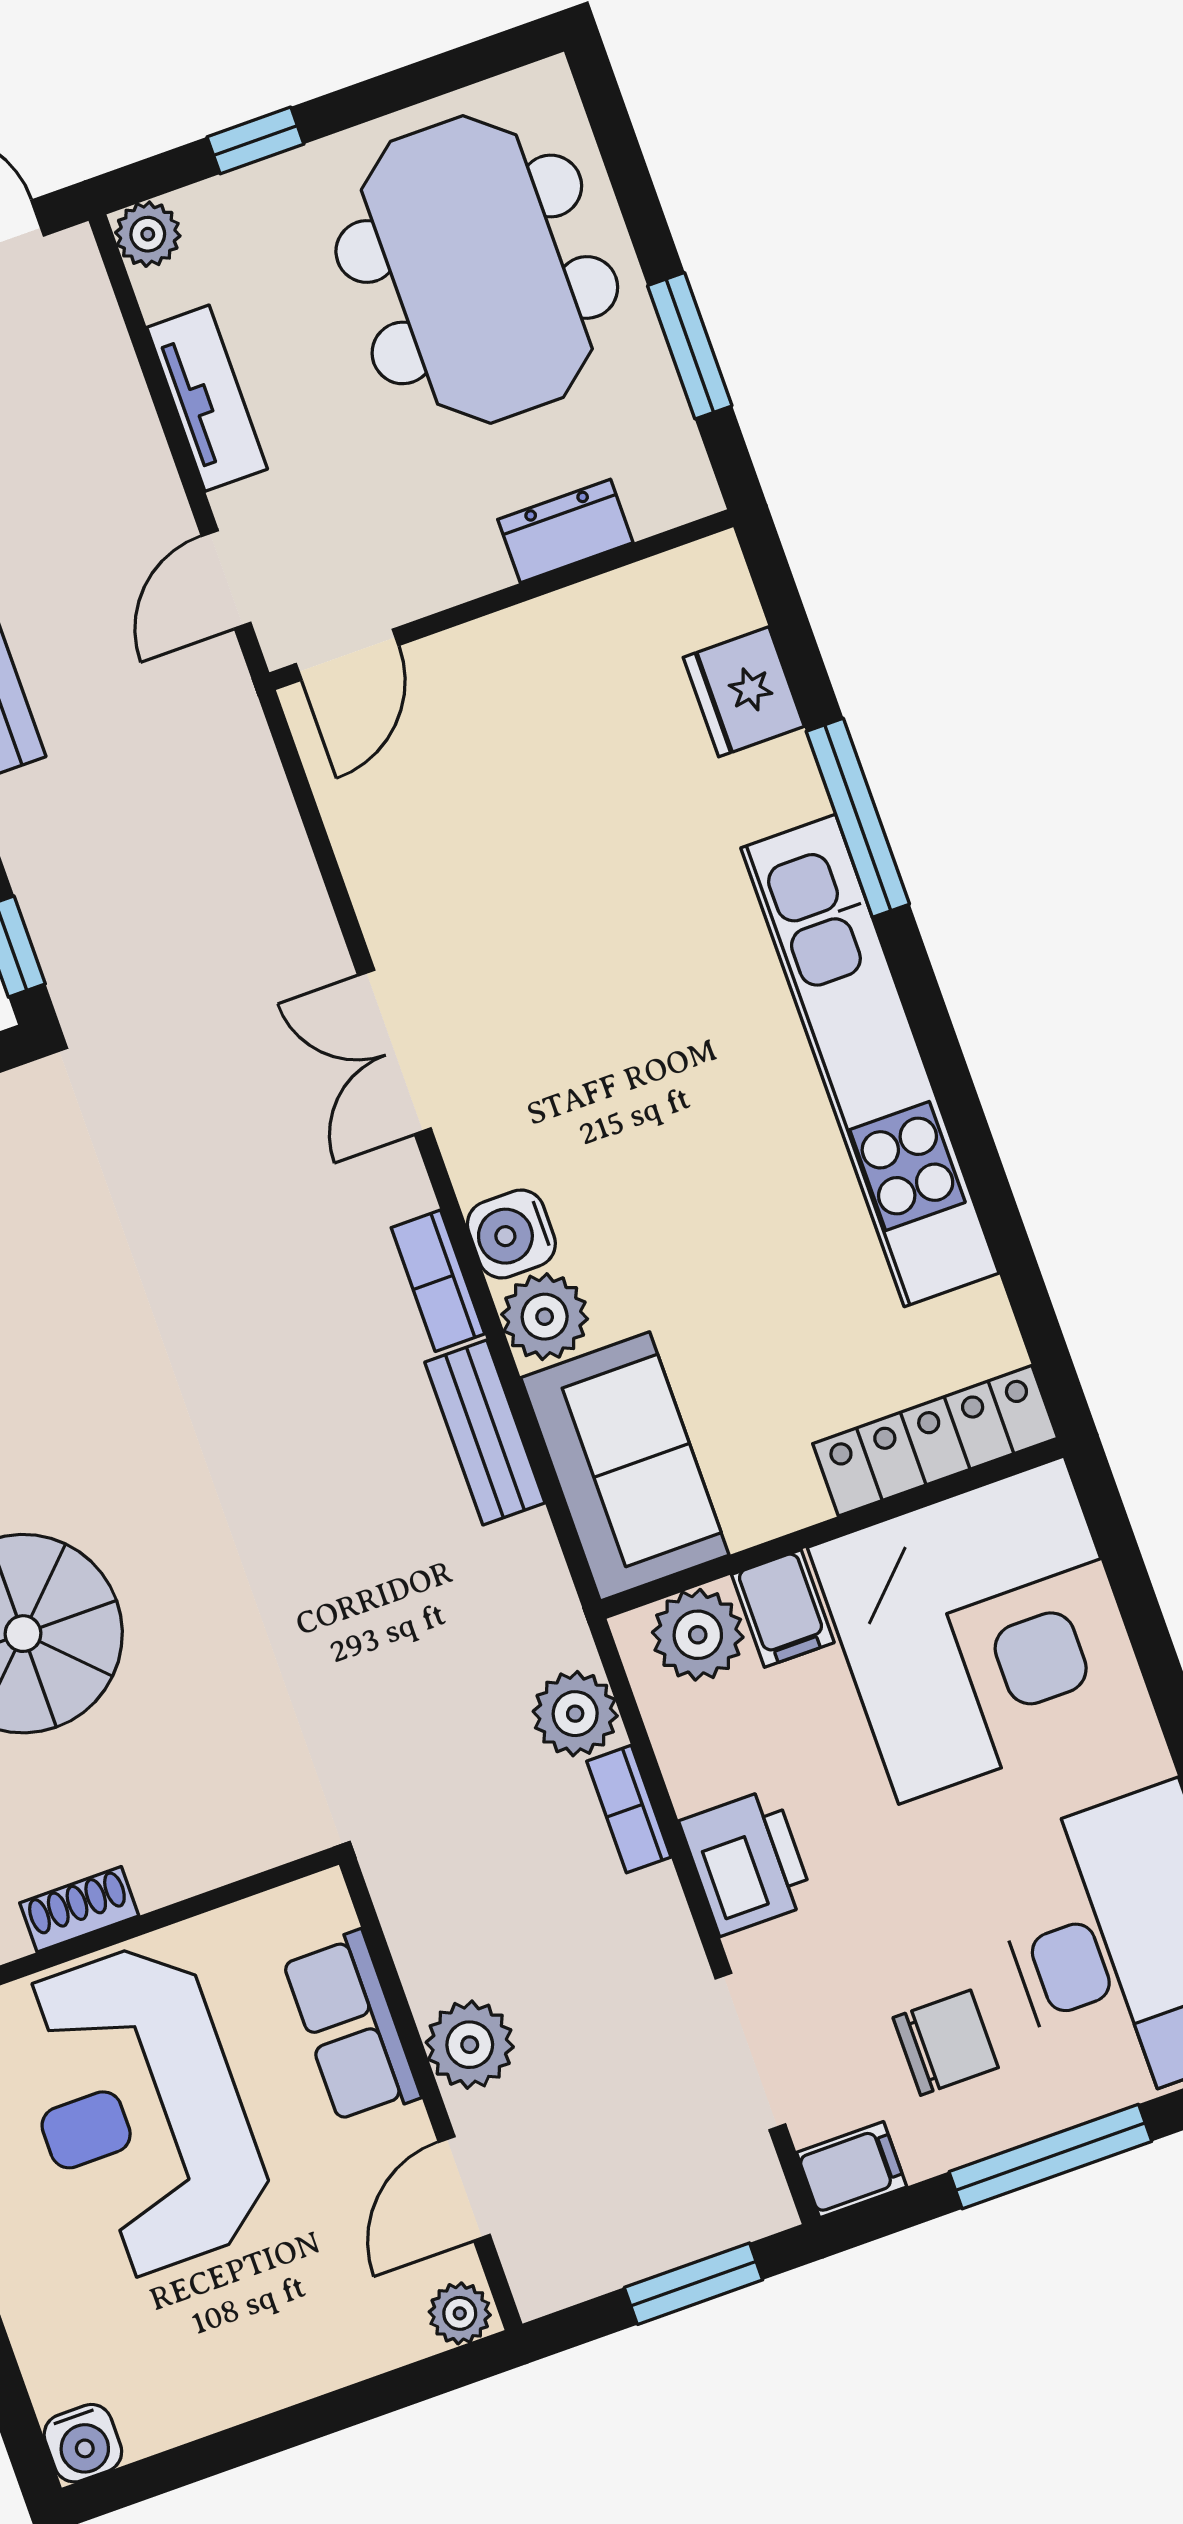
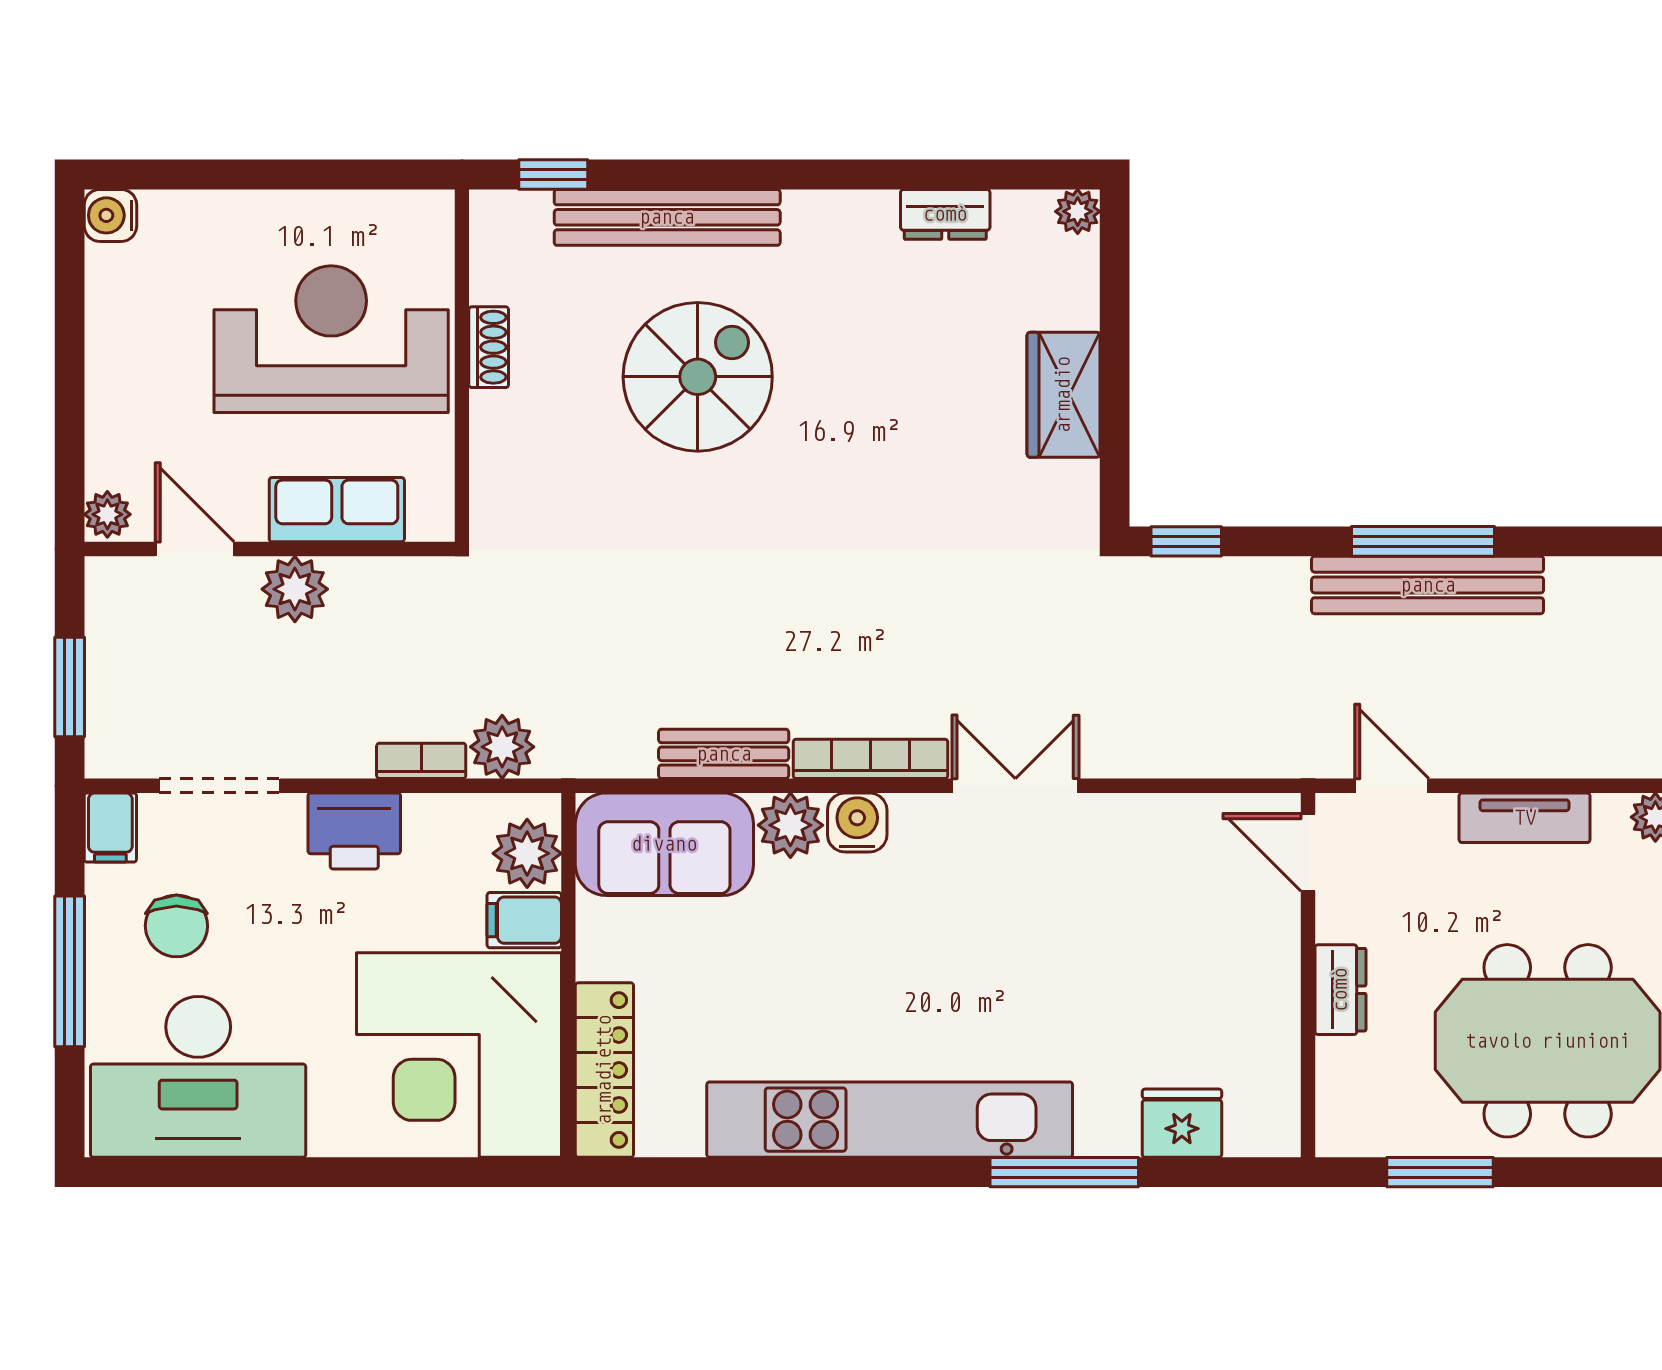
dresser: (565, 531) -> (1340, 990), moved
bookcase: (438, 1281) -> (870, 759), width x1.56

